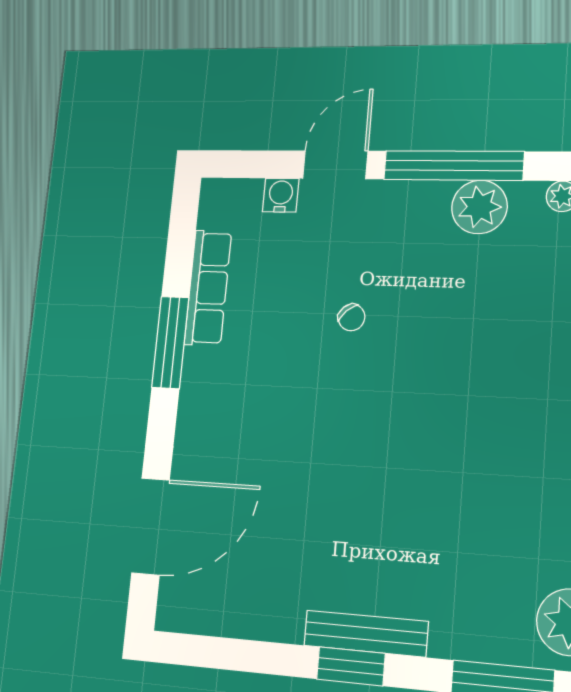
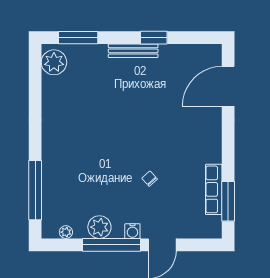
water cooler: (281, 195) -> (132, 231), moved
window: (170, 342) -> (228, 201), moved
window: (351, 666) -> (154, 38), moved

